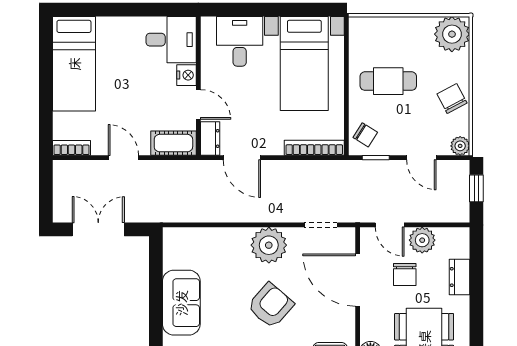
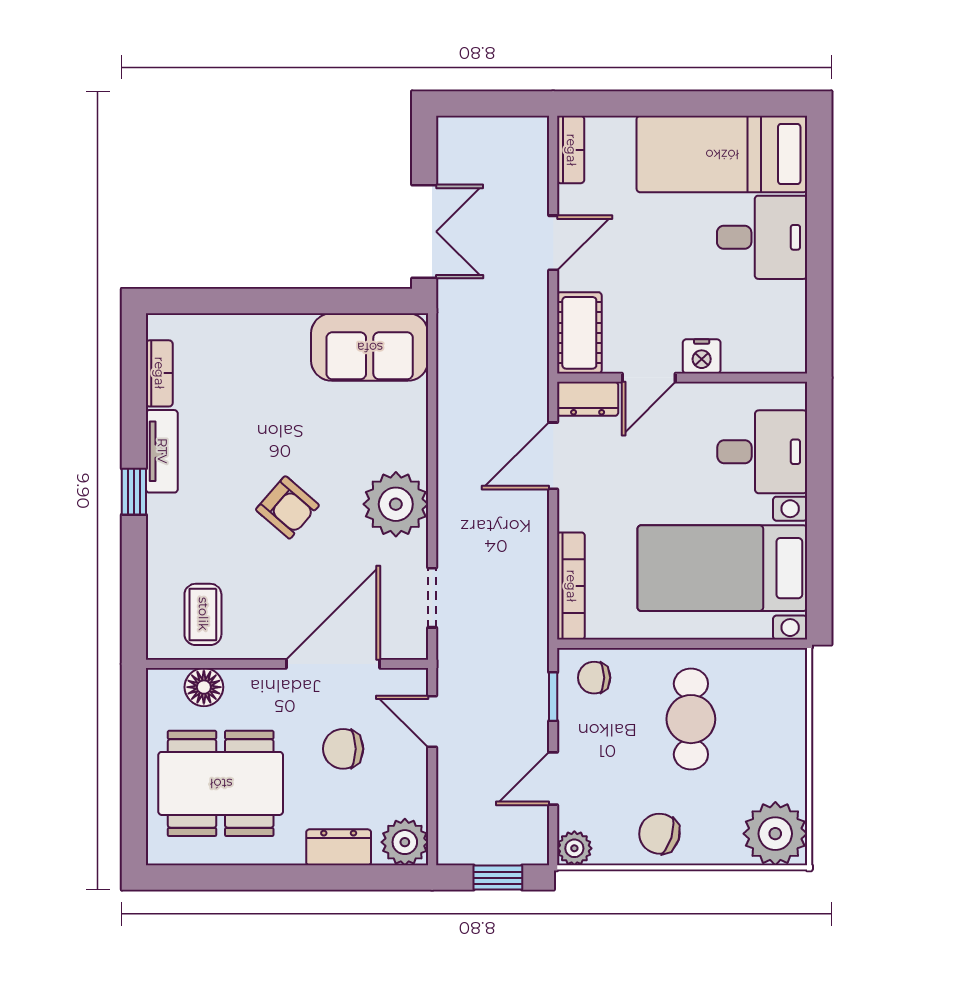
desk: (171, 40) -> (762, 237), moved, turned -90
chair: (452, 99) -> (659, 834), turned -135
chair: (365, 135) -> (594, 678), turned 58
door: (390, 225) -> (432, 721), hinge flipped
double door: (98, 229) -> (424, 232), moved
plant: (422, 240) -> (405, 842), moved
sofa: (181, 303) -> (370, 347), moved
armchair: (271, 305) -> (287, 507), width x0.72, depth x0.72

